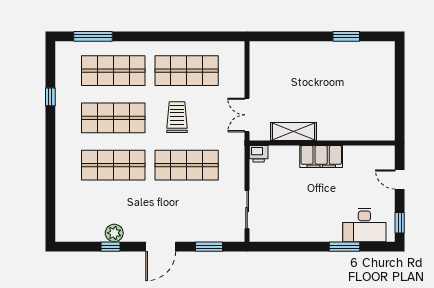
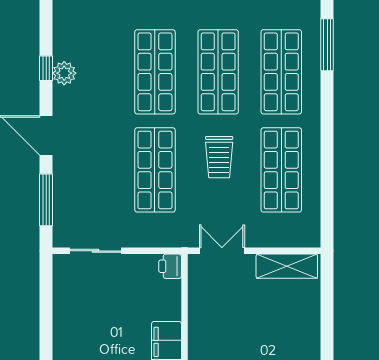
trolley: (177, 117) -> (219, 157), turned 90
shelving: (294, 132) -> (287, 266), moved, turned 90
window: (209, 247) -> (46, 200), width x1.44

